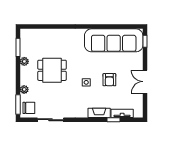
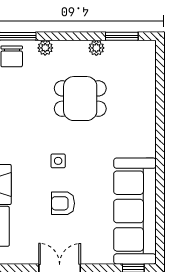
dining table: (52, 70) -> (80, 99), turned 90

